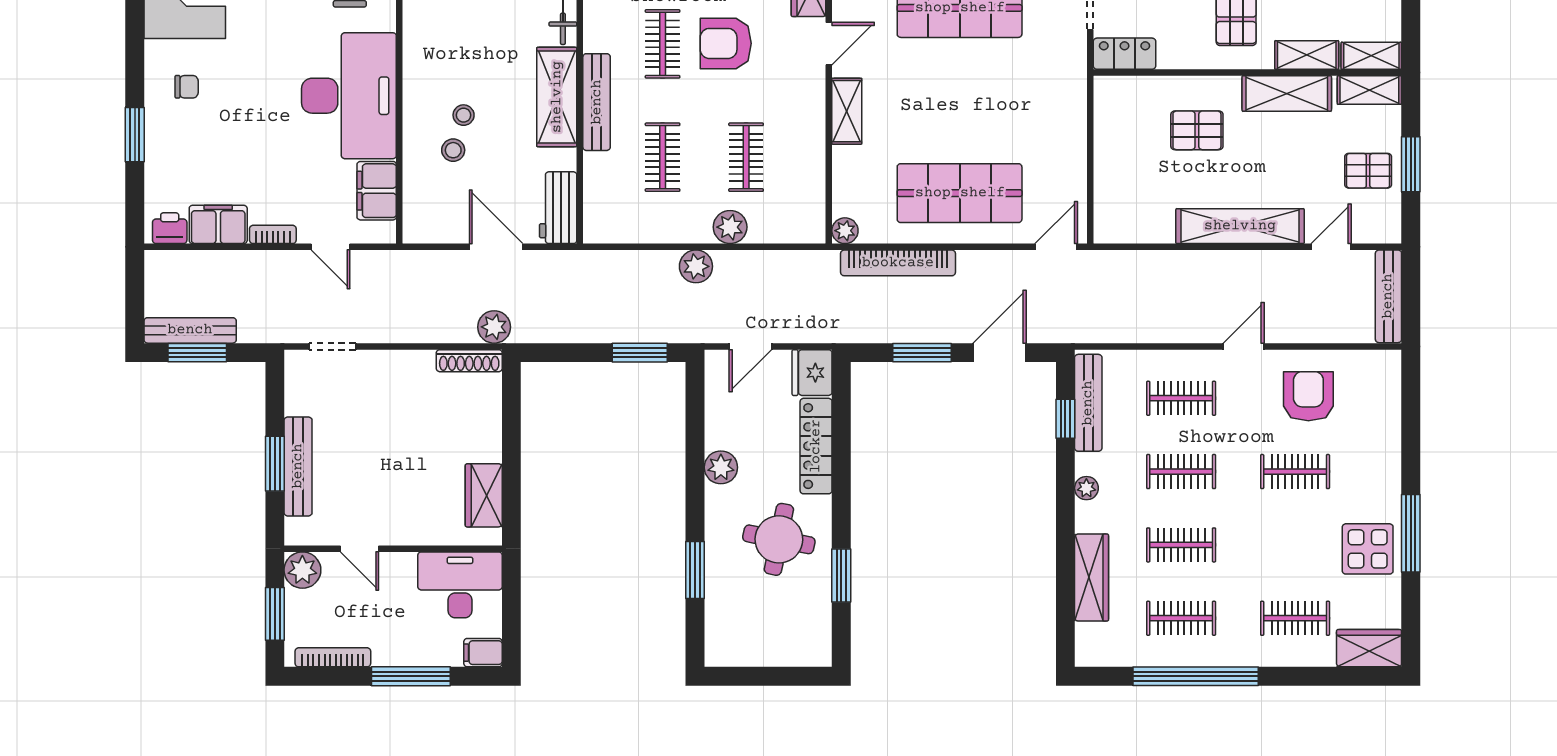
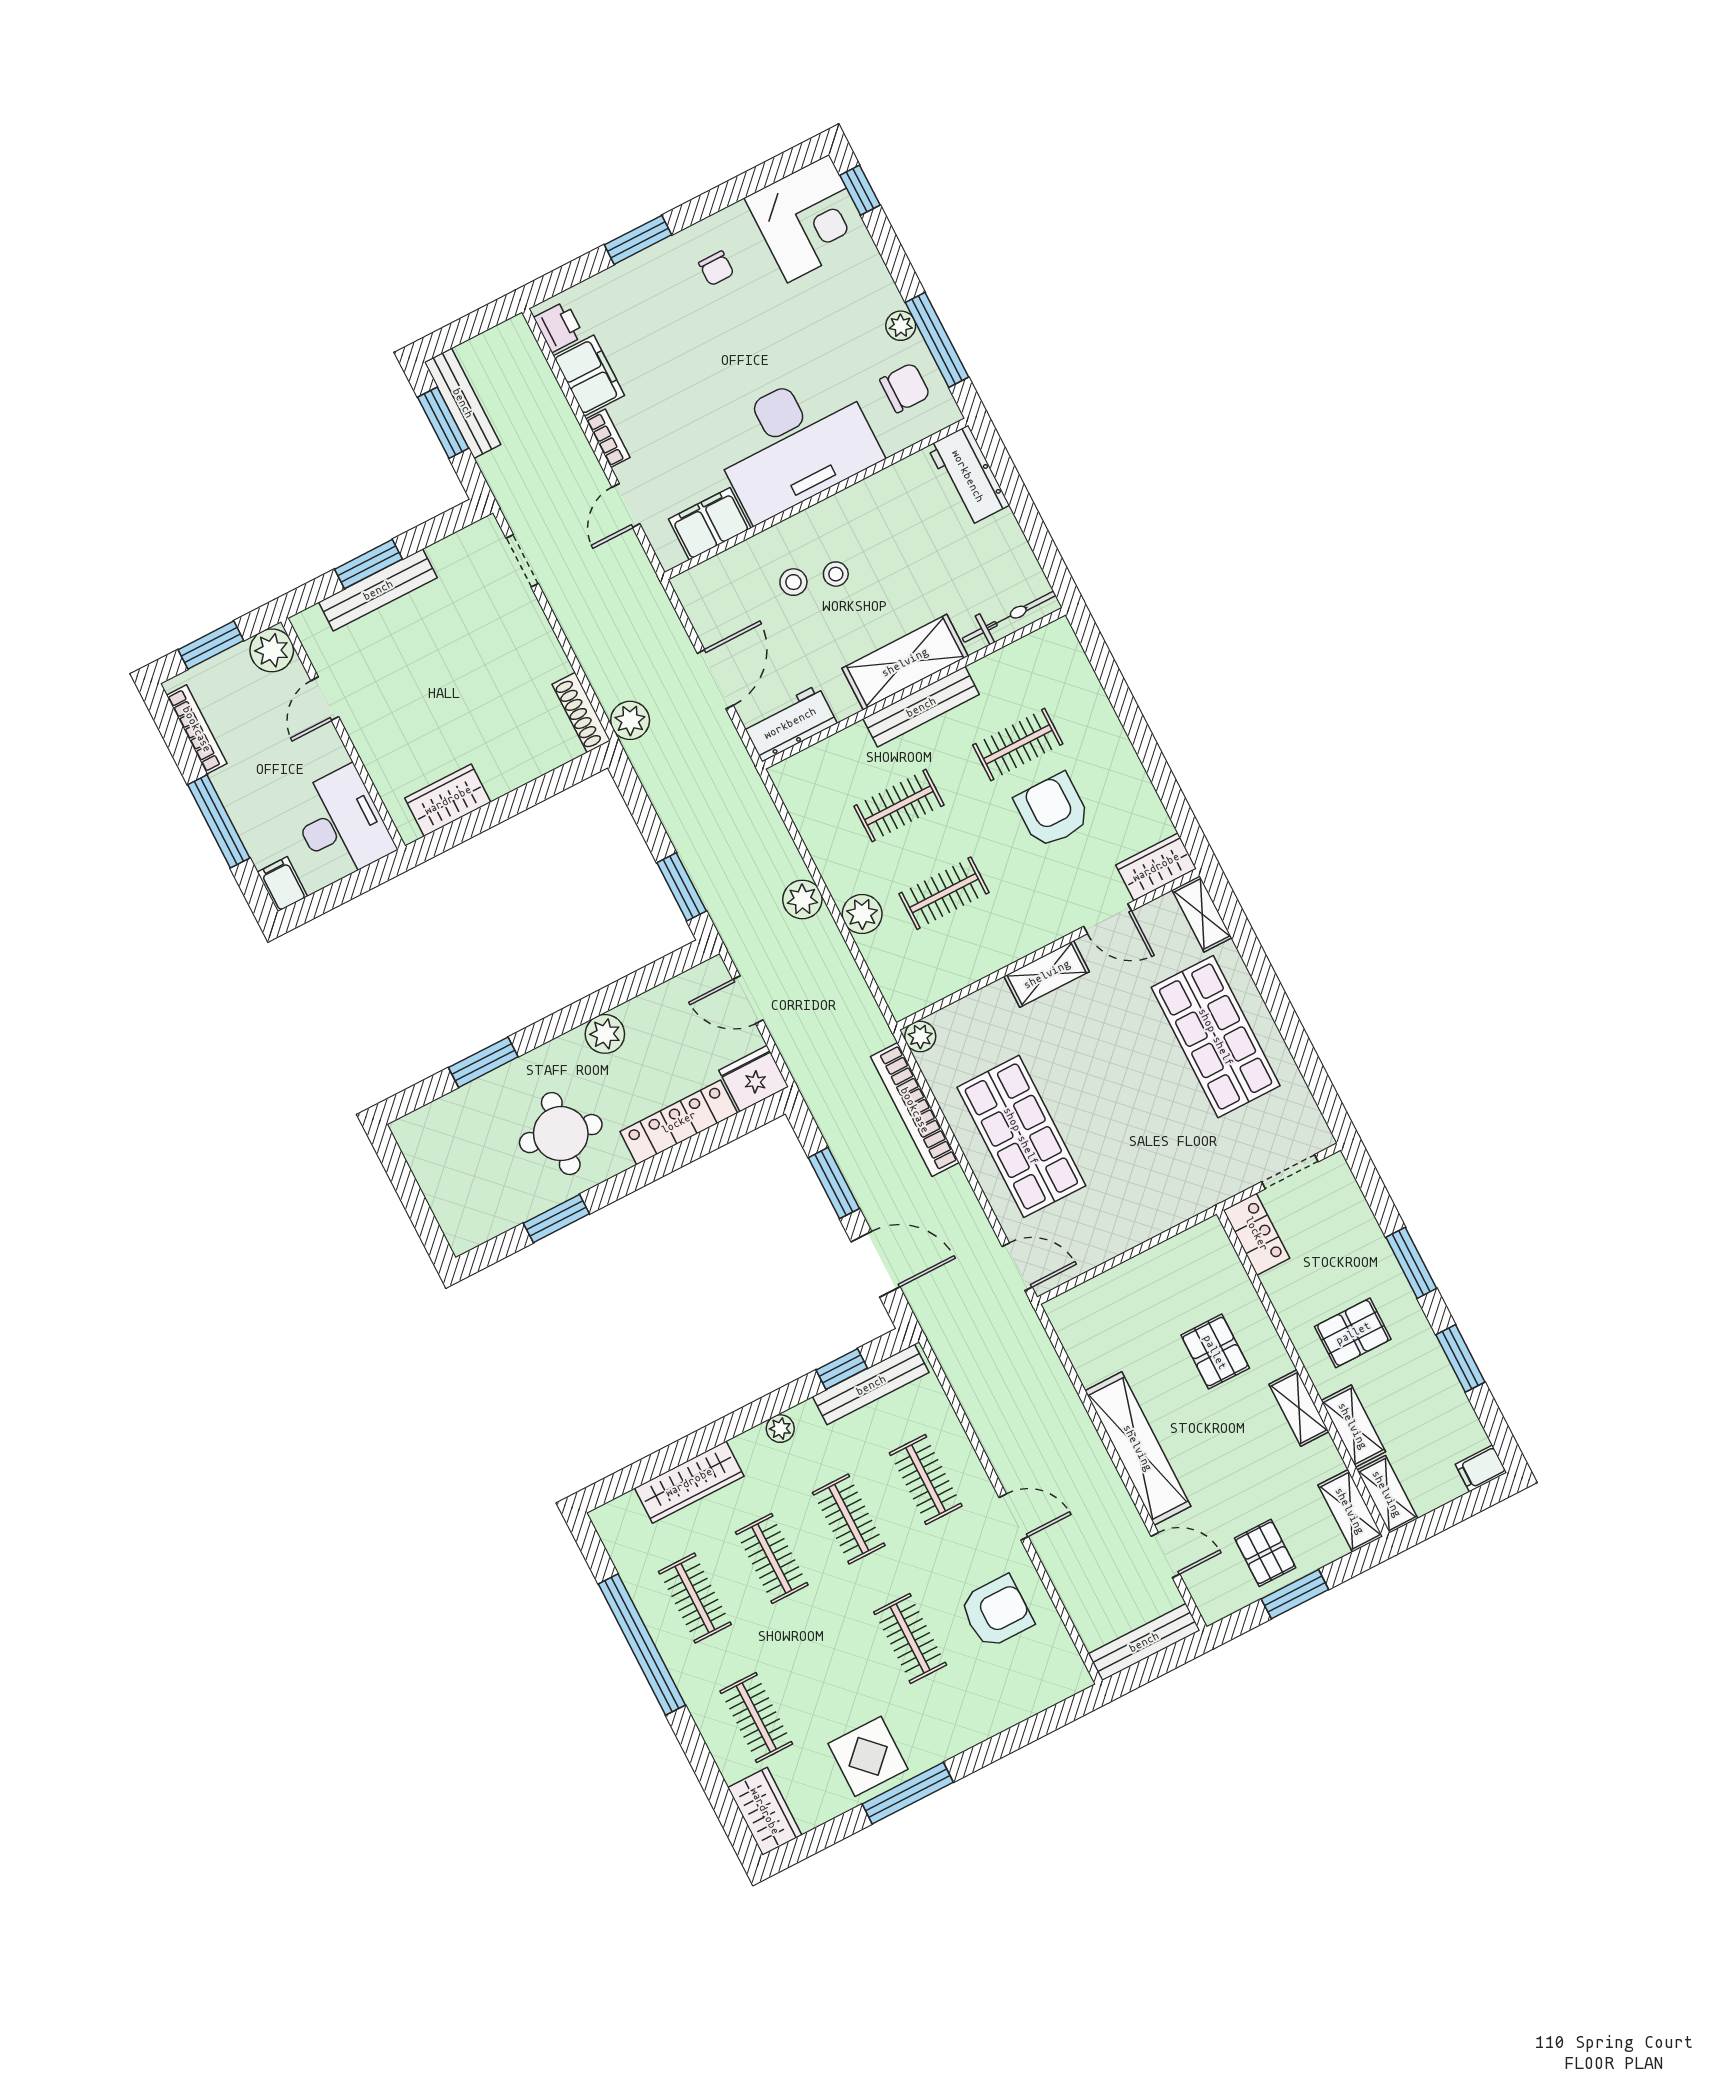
shelving: (1287, 93) -> (1299, 1408), width x0.67, depth x0.75

